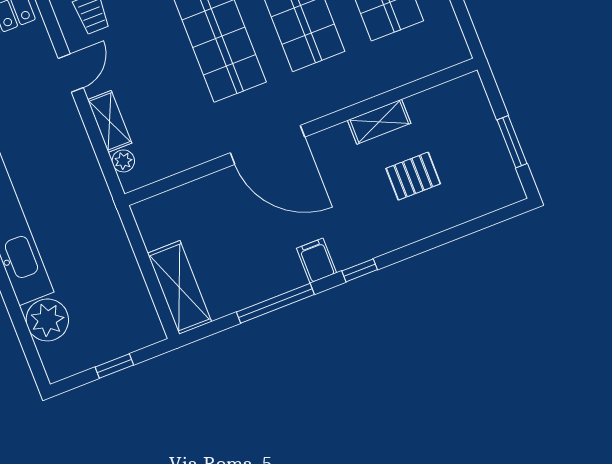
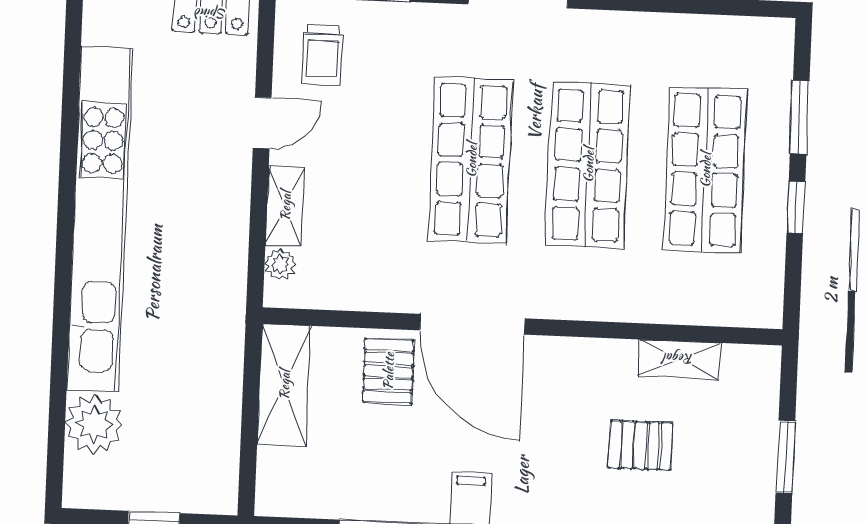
shelving: (379, 122) -> (679, 359), moved
pallet: (226, 200) -> (388, 371), added
shelving: (179, 287) -> (284, 385), moved

